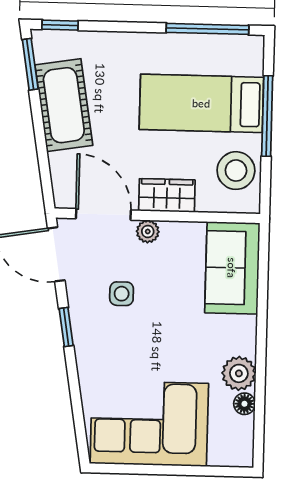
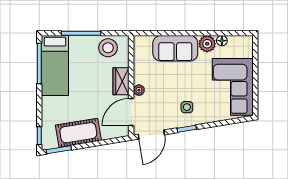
bed: (201, 103) -> (55, 65), moved
sofa: (232, 268) -> (175, 48), moved
side table: (122, 294) -> (187, 107), moved

